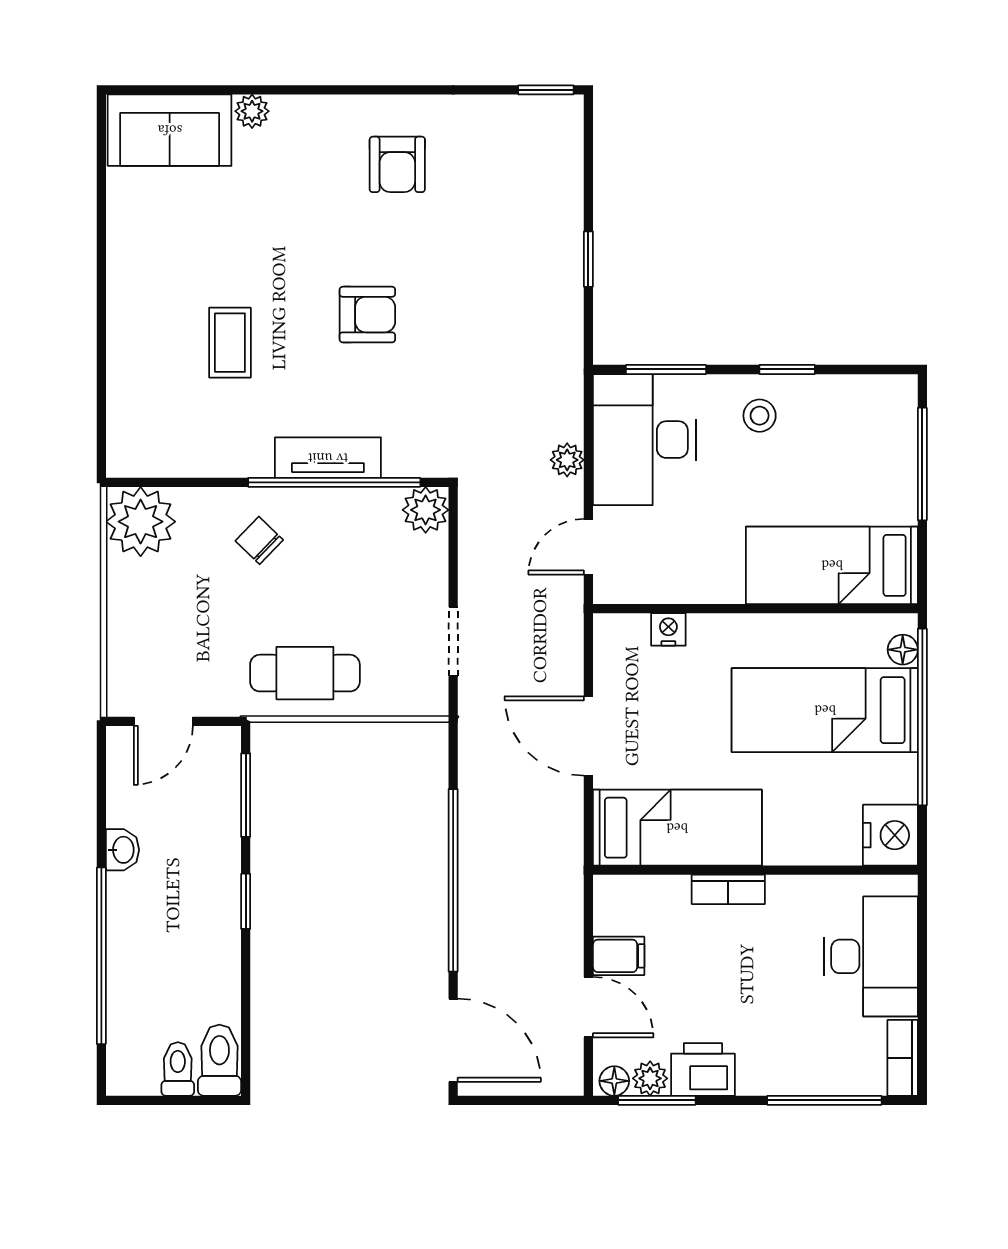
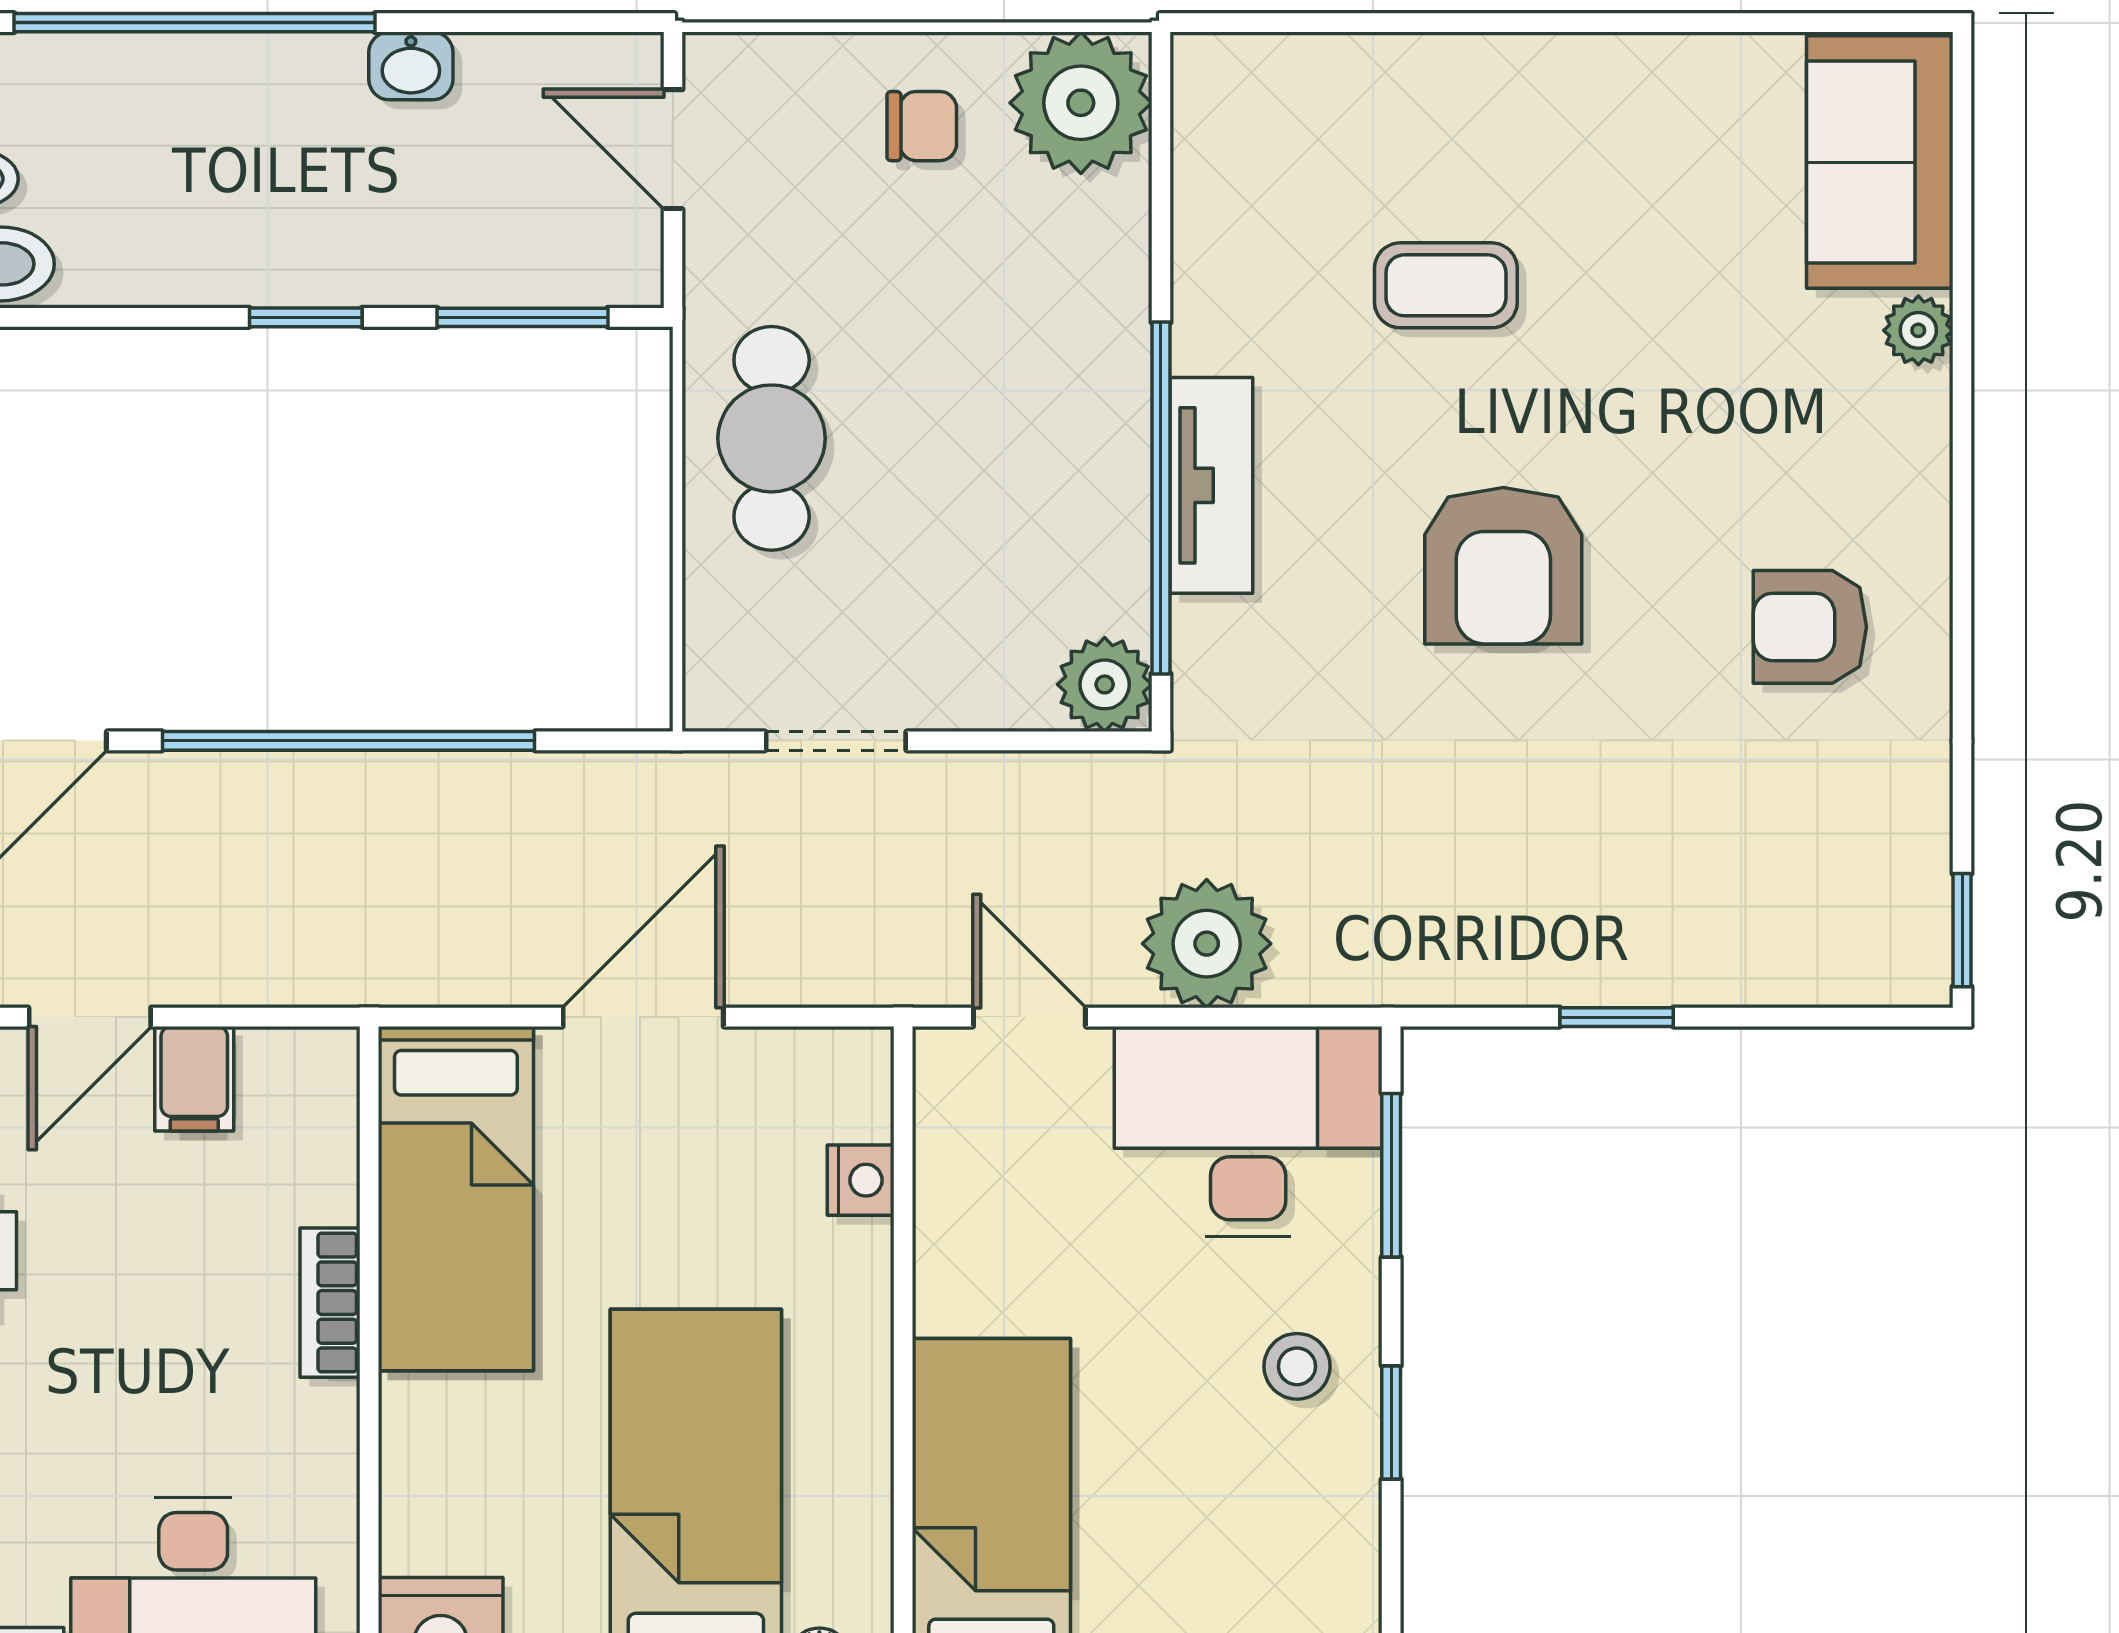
armchair: (367, 315) -> (1503, 566), width x1.38, depth x1.38
plant: (567, 460) -> (1207, 944), width x1.88, depth x1.88
chair: (259, 540) -> (922, 126), moved, turned 46

